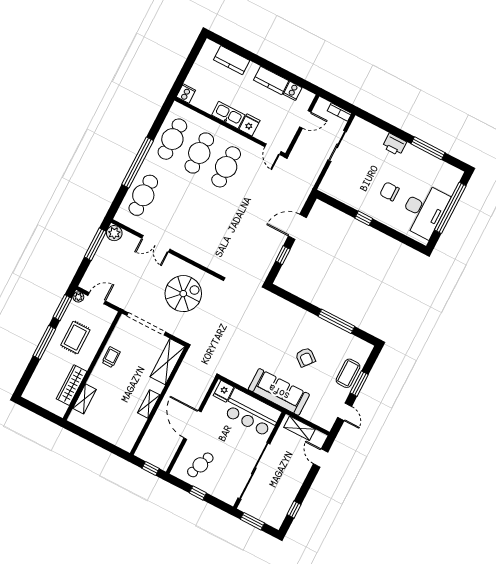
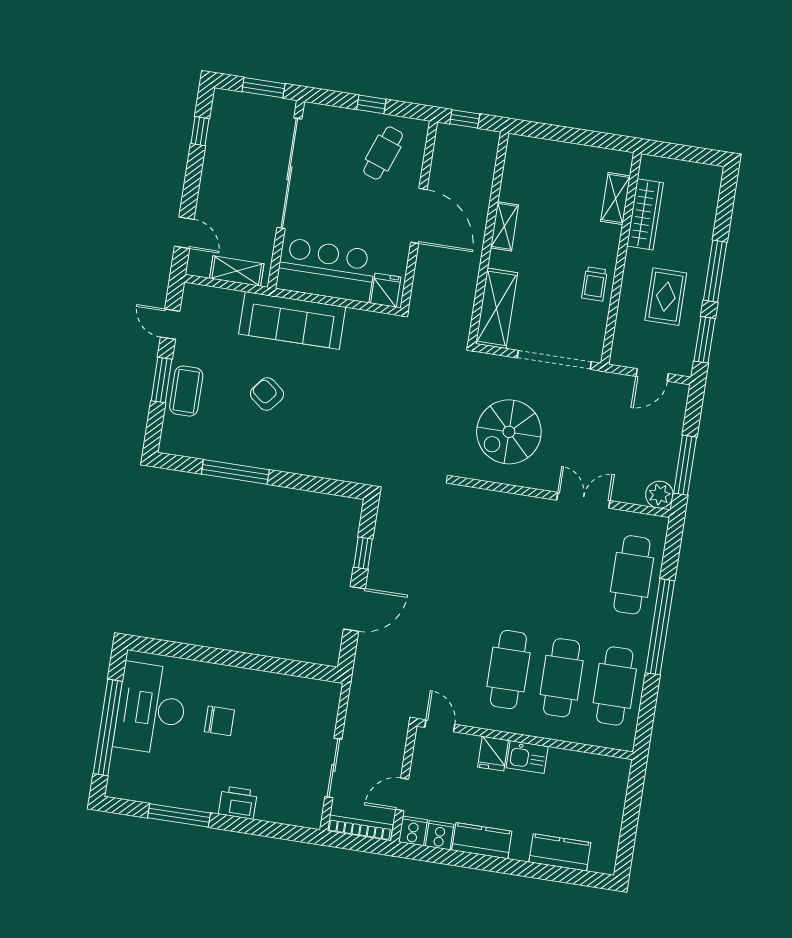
cooker: (186, 93) -> (413, 831), moved, turned 180
bookcase: (339, 112) -> (360, 828), width x1.56
kitchen sink: (228, 115) -> (527, 757), width x0.73
window: (364, 218) -> (248, 661), removed
plant: (78, 297) -> (684, 367), removed

